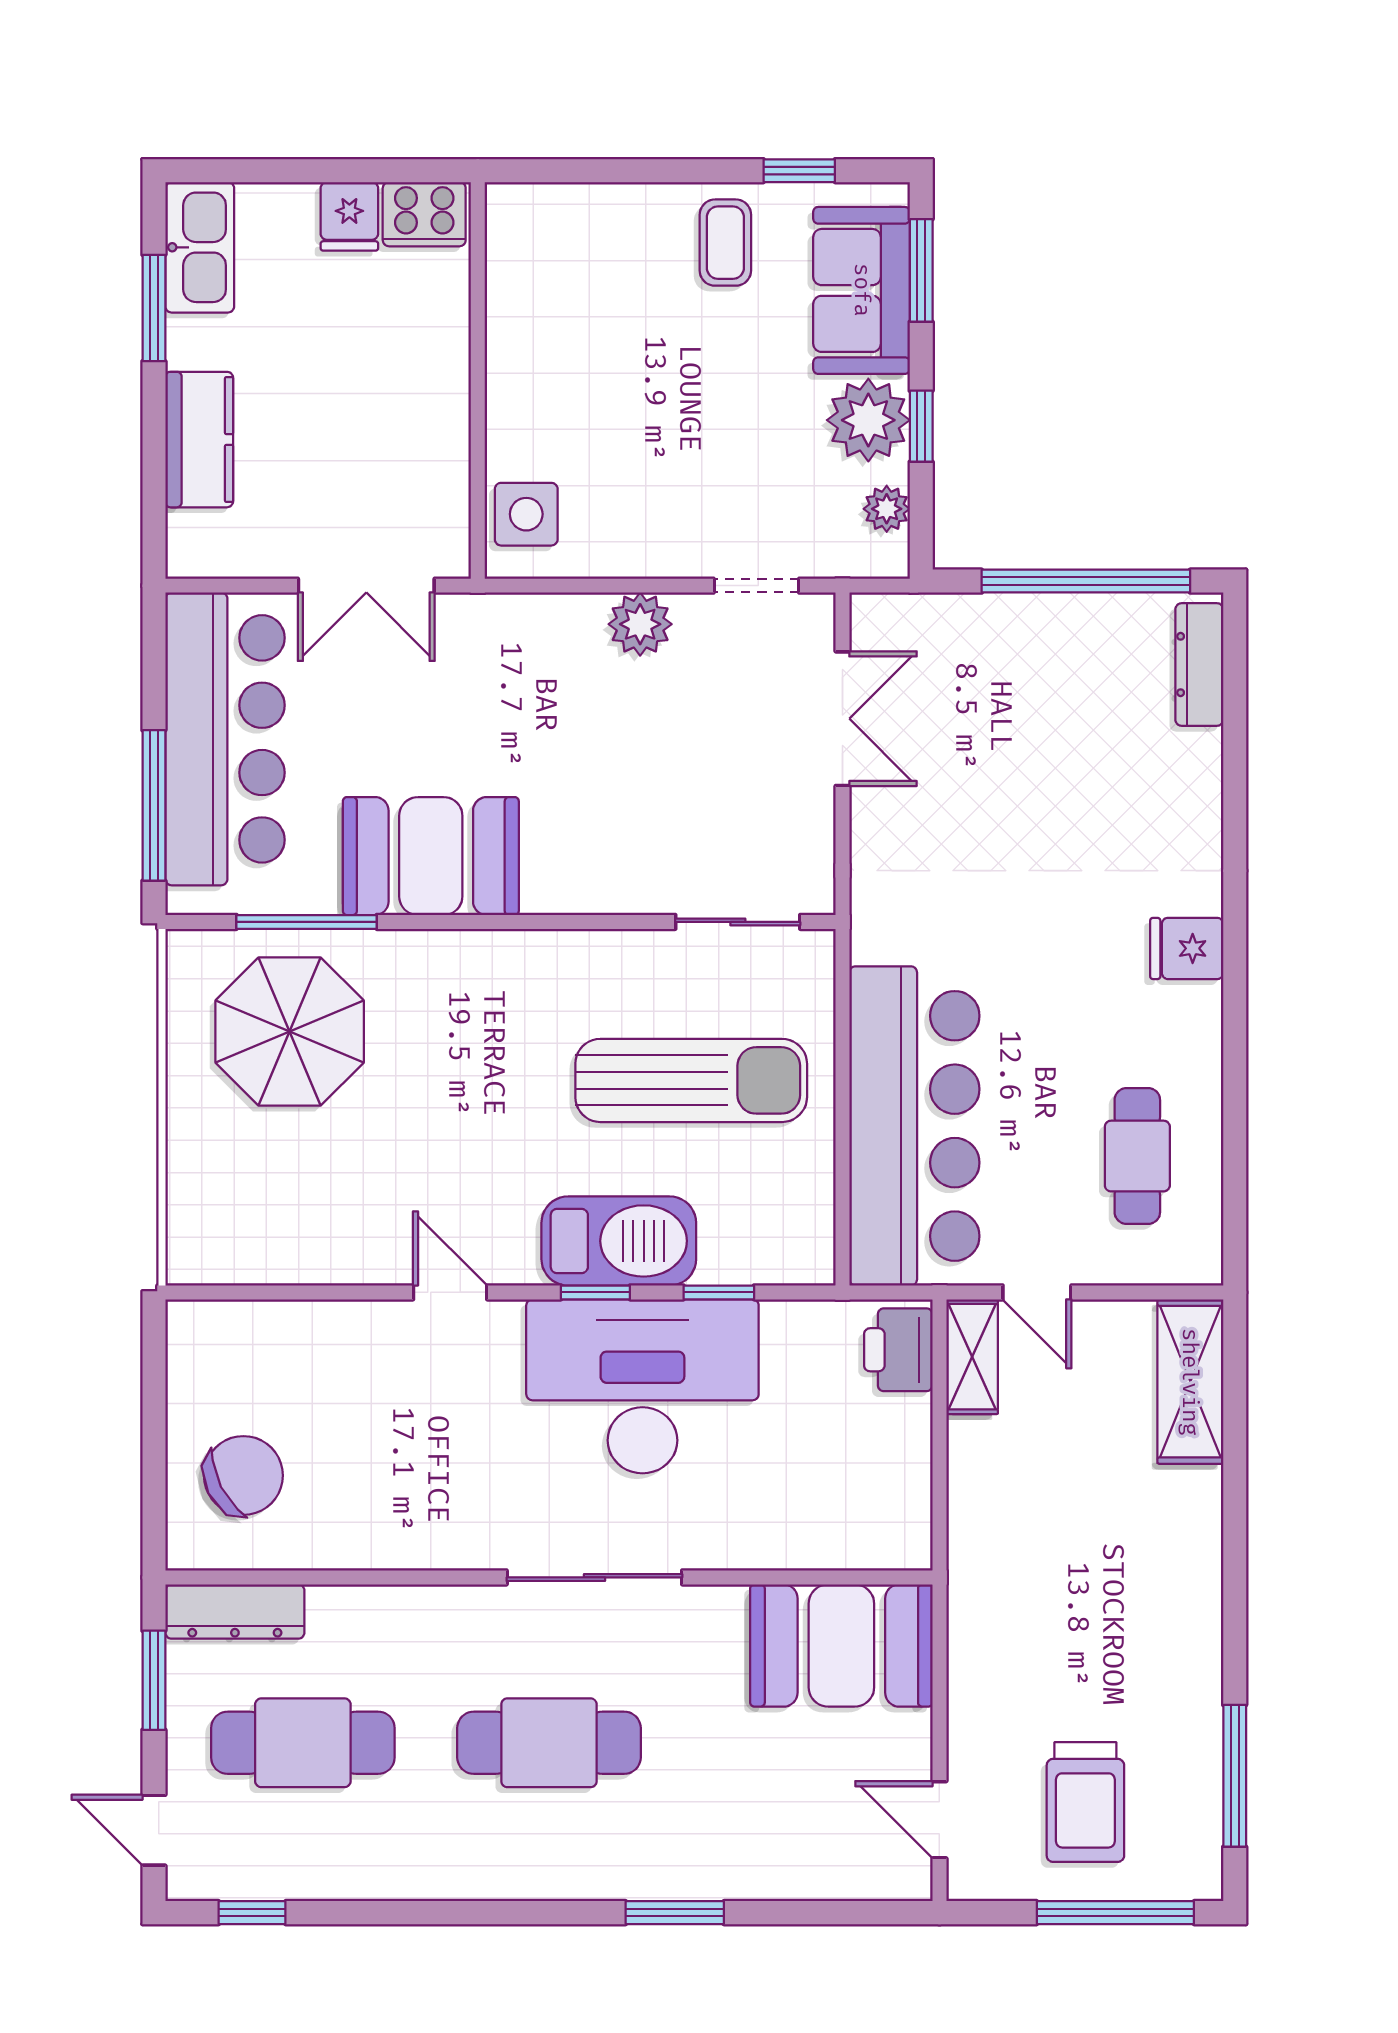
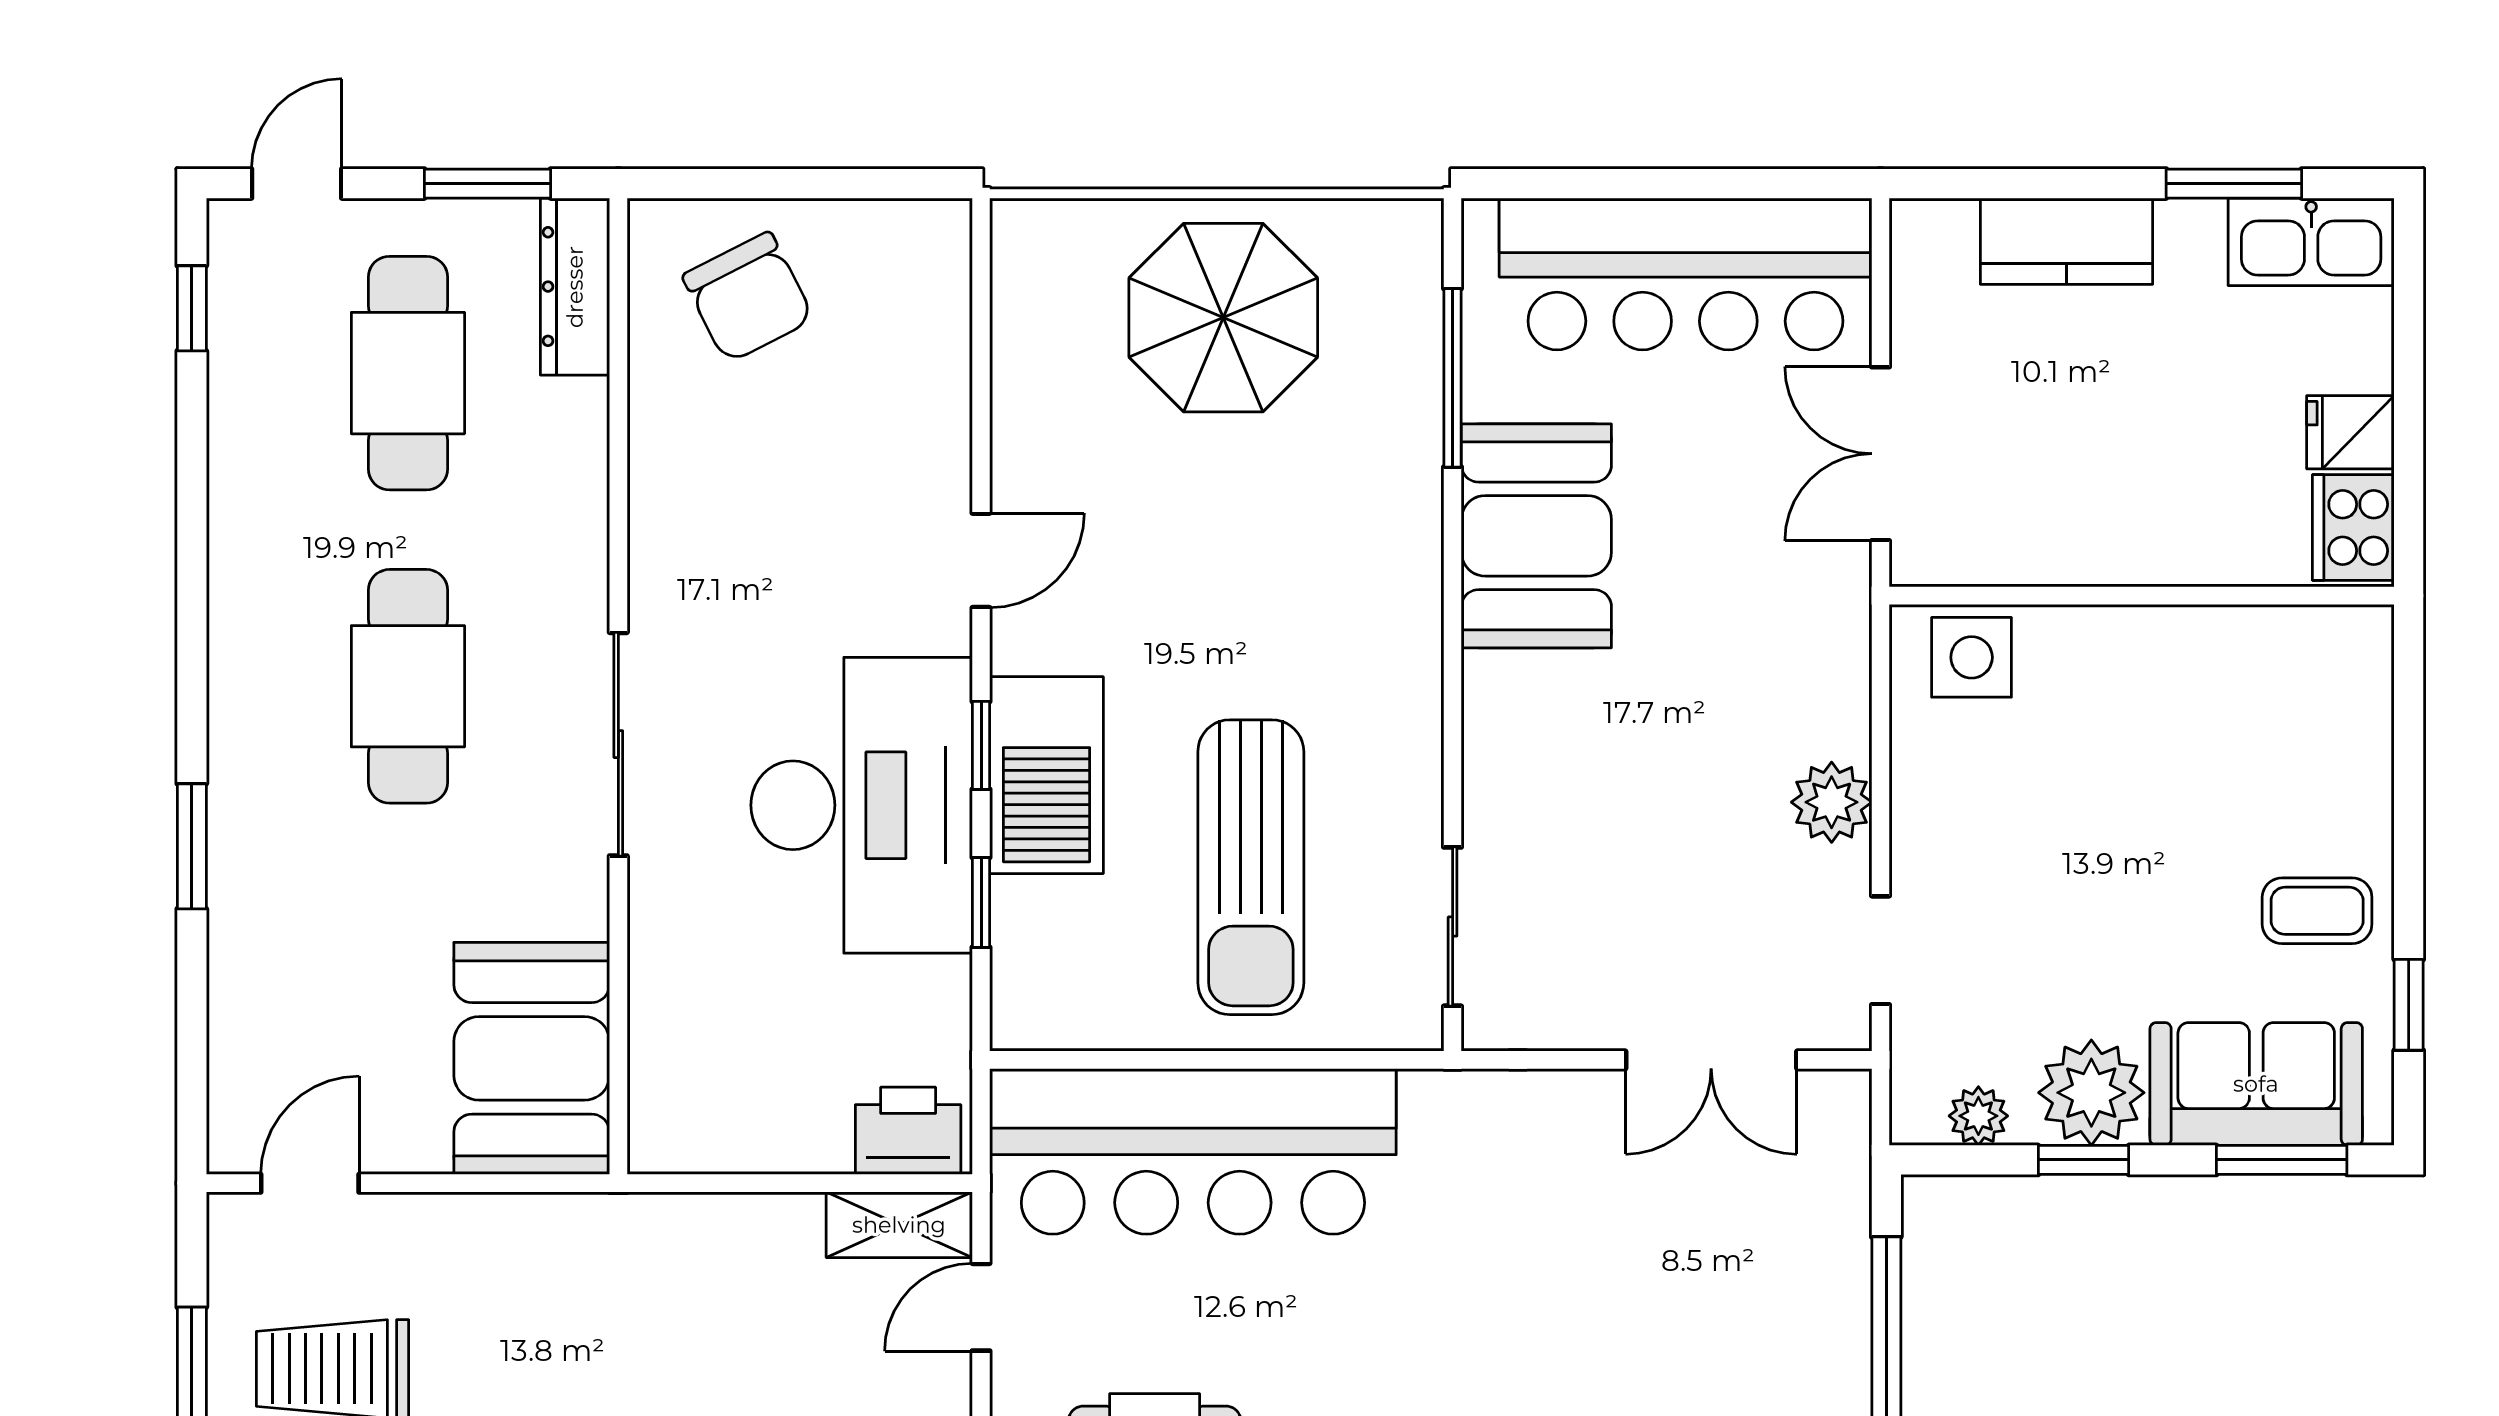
window: (154, 805) -> (1601, 184), removed
parasol: (290, 1032) -> (1223, 318), moved

